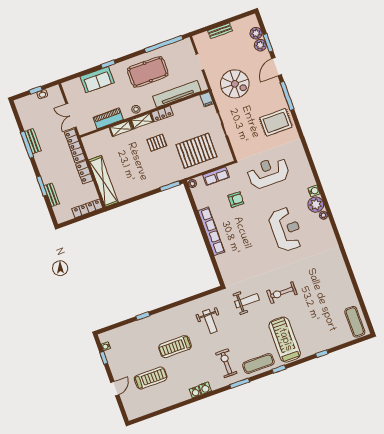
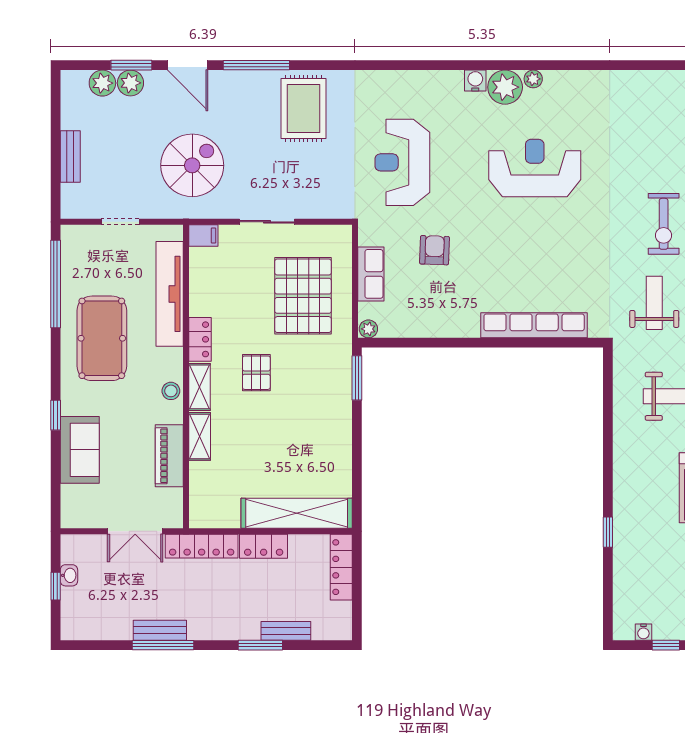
row of seats: (211, 231) -> (534, 325), moved

